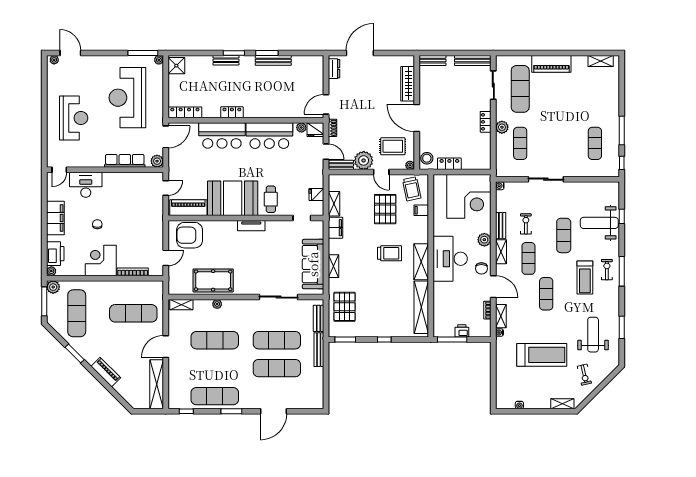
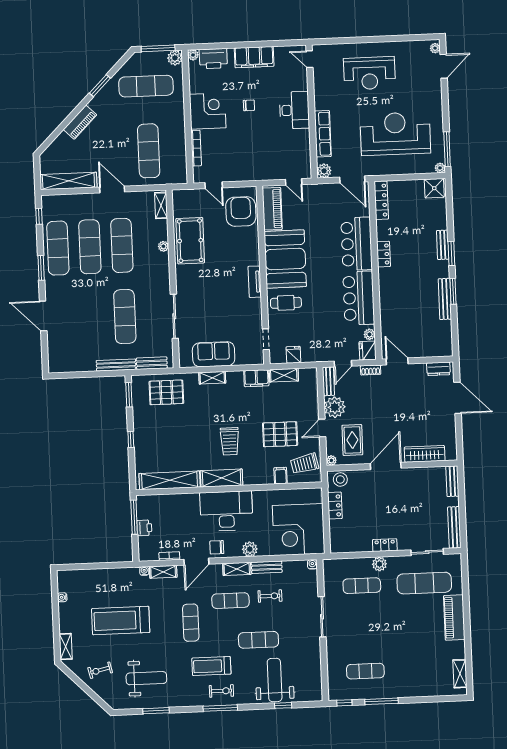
desk: (86, 185) -> (294, 110), moved
sofa: (313, 264) -> (214, 354), width x0.73
exercise mat: (546, 294) -> (191, 623), turned 90
treadmill: (542, 355) -> (121, 621), turned 90
exercise mat: (277, 368) -> (90, 247), moved

